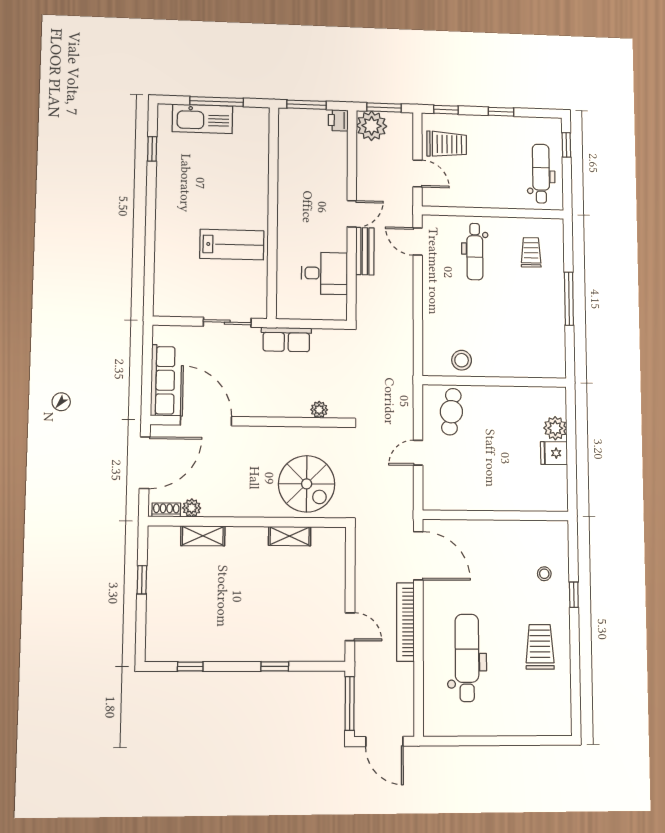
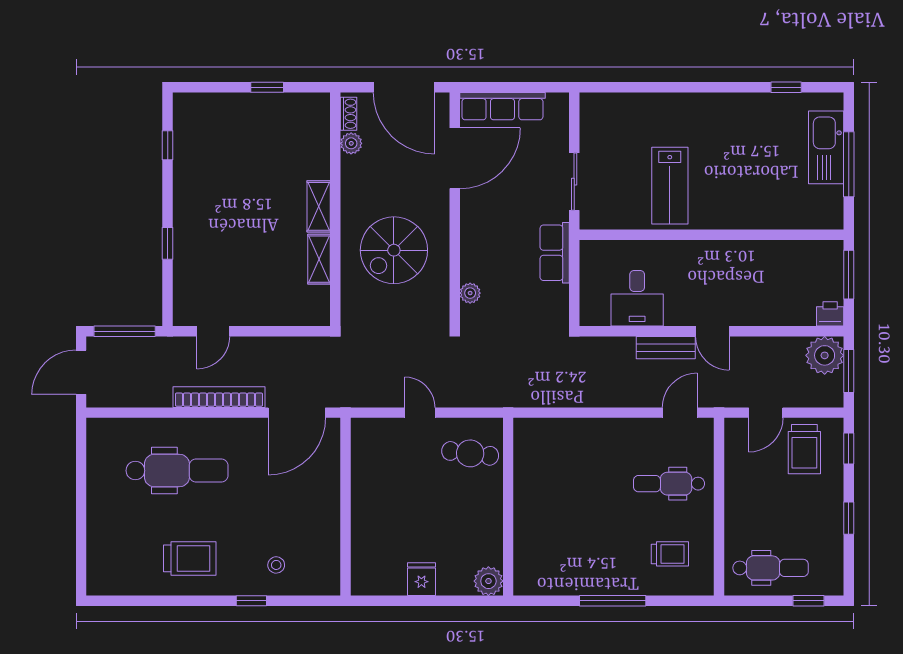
stool: (462, 360) -> (533, 466), removed
plant: (555, 428) -> (488, 581), moved
spiral stairs: (307, 484) -> (394, 250), moved
shelving: (203, 536) -> (319, 206), moved

